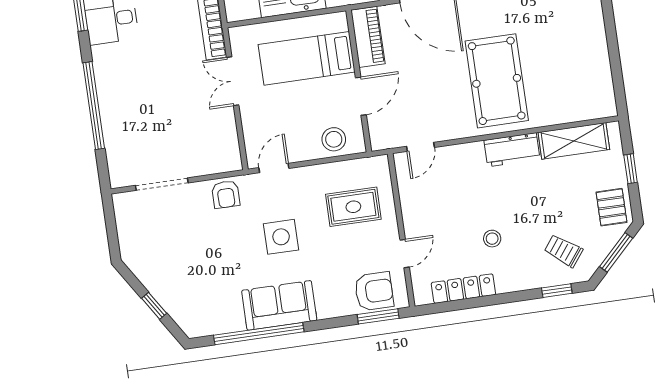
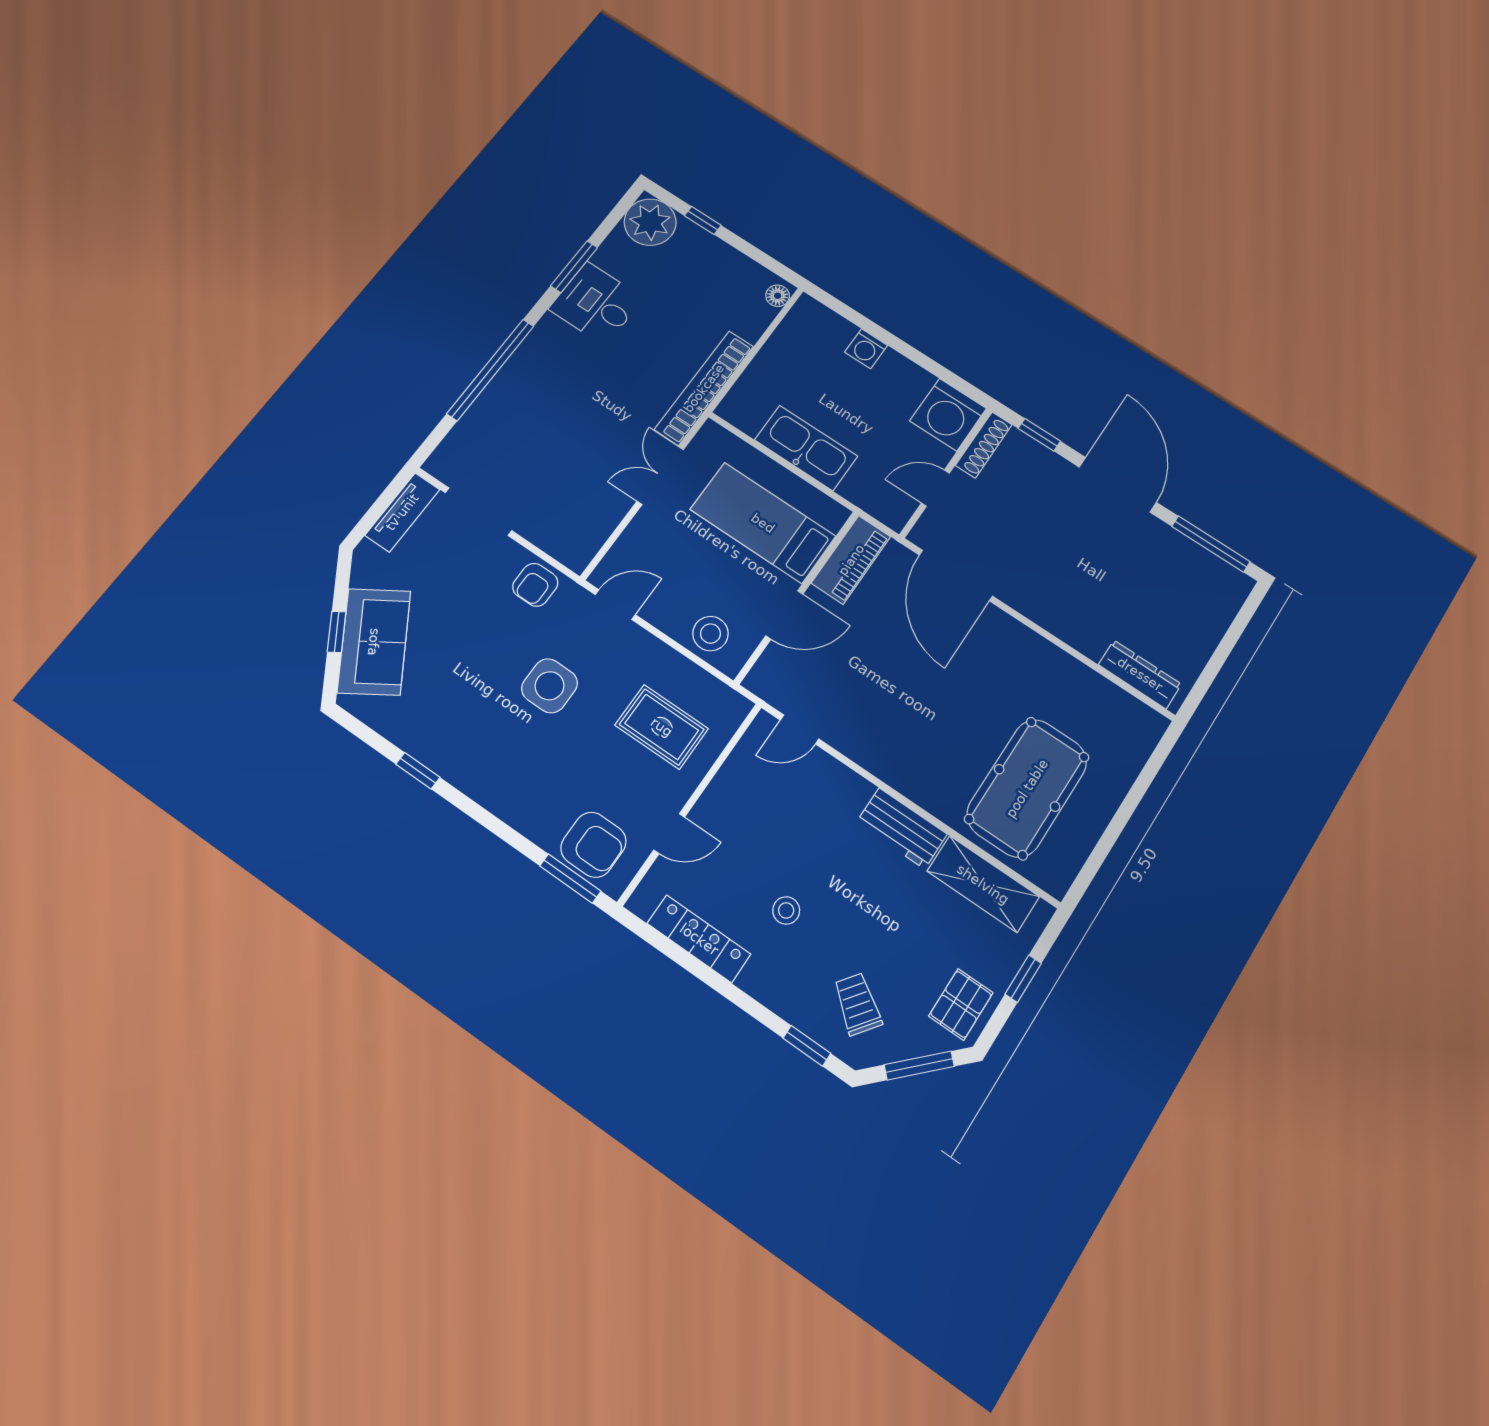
pool table: (497, 81) -> (1027, 788), moved
tv unit: (125, 219) -> (402, 512), added
sofa: (279, 305) -> (374, 642), moved, turned 57
window: (259, 334) -> (418, 771), width x0.32

